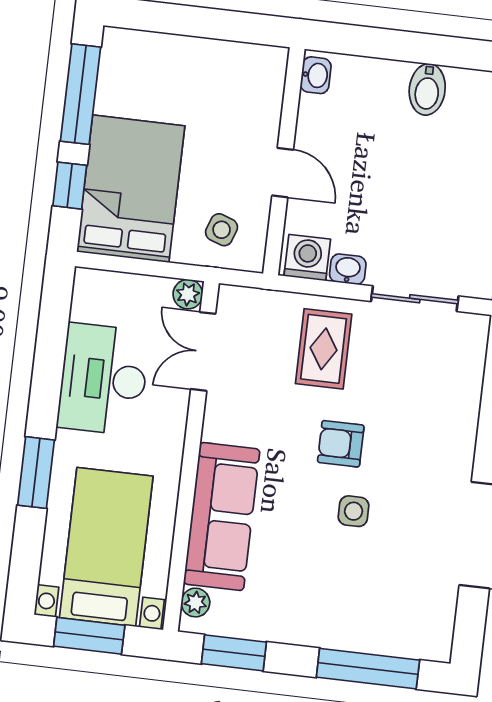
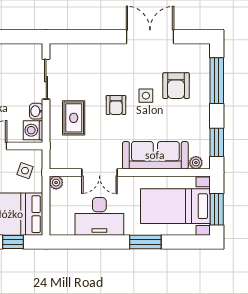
rug: (324, 349) -> (74, 118), turned 90
double door: (203, 351) -> (99, 172), moved
armchair: (368, 579) -> (176, 86), added

